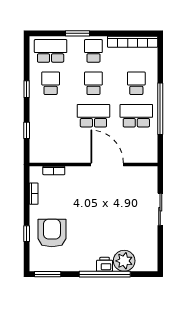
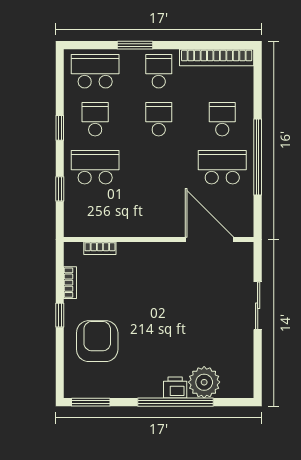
school desk: (93, 116) -> (95, 167), moved
door: (107, 164) -> (209, 240), moved
window: (27, 234) -> (60, 315), moved

